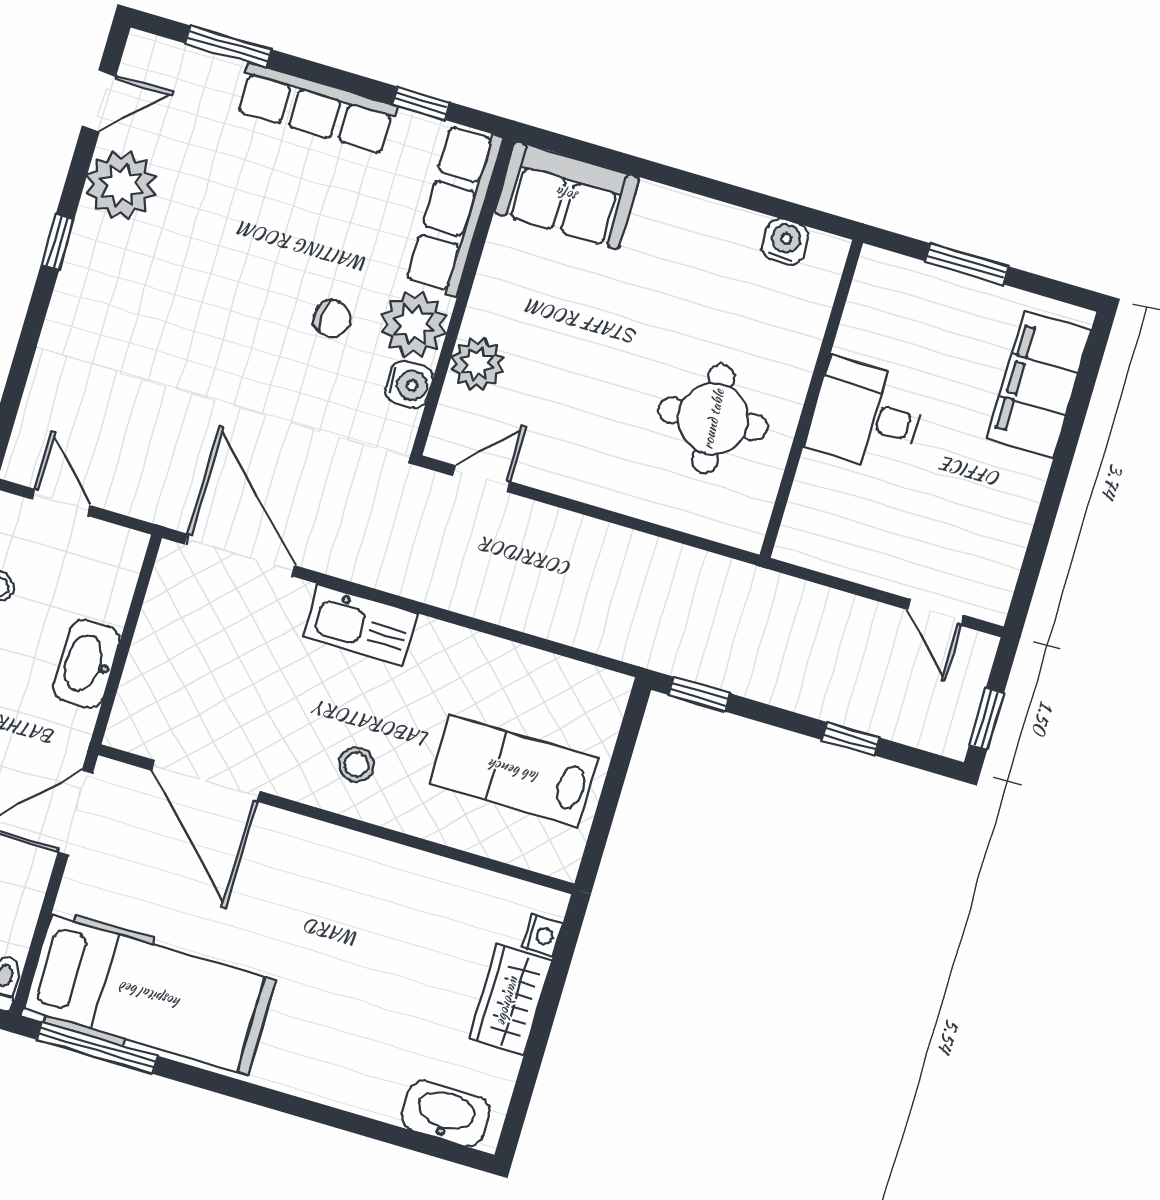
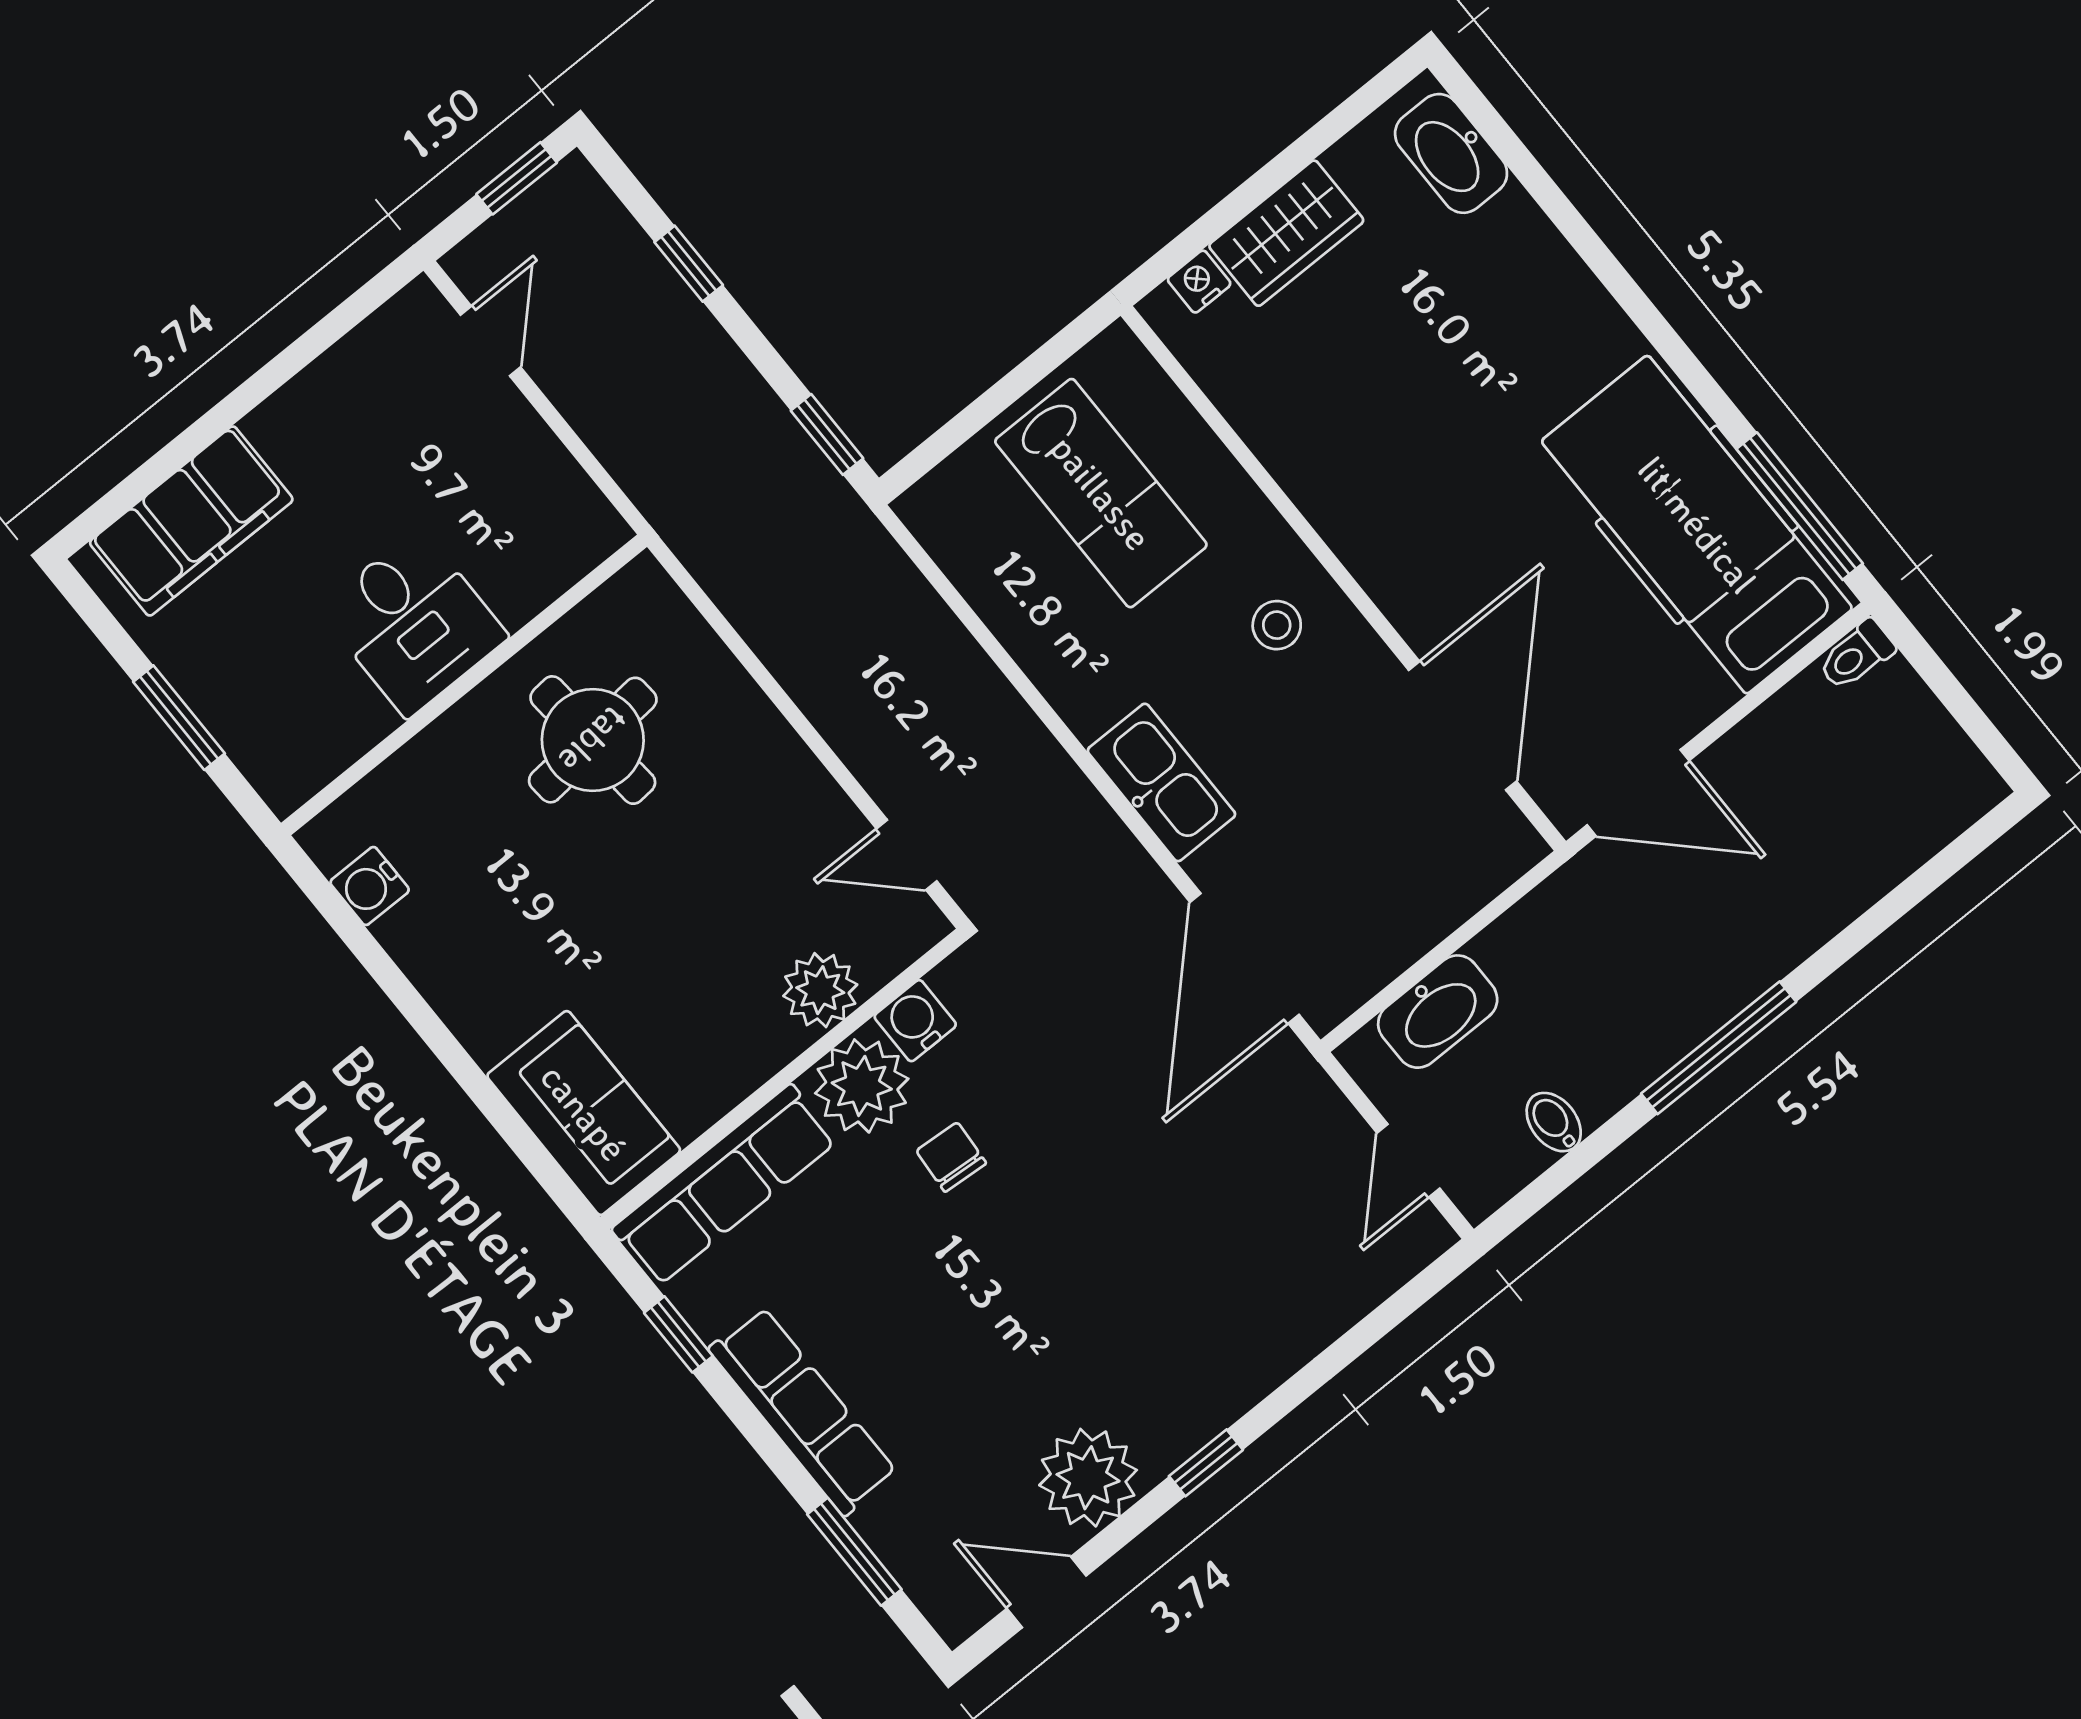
washbasin: (86, 664) -> (1438, 1012), moved

